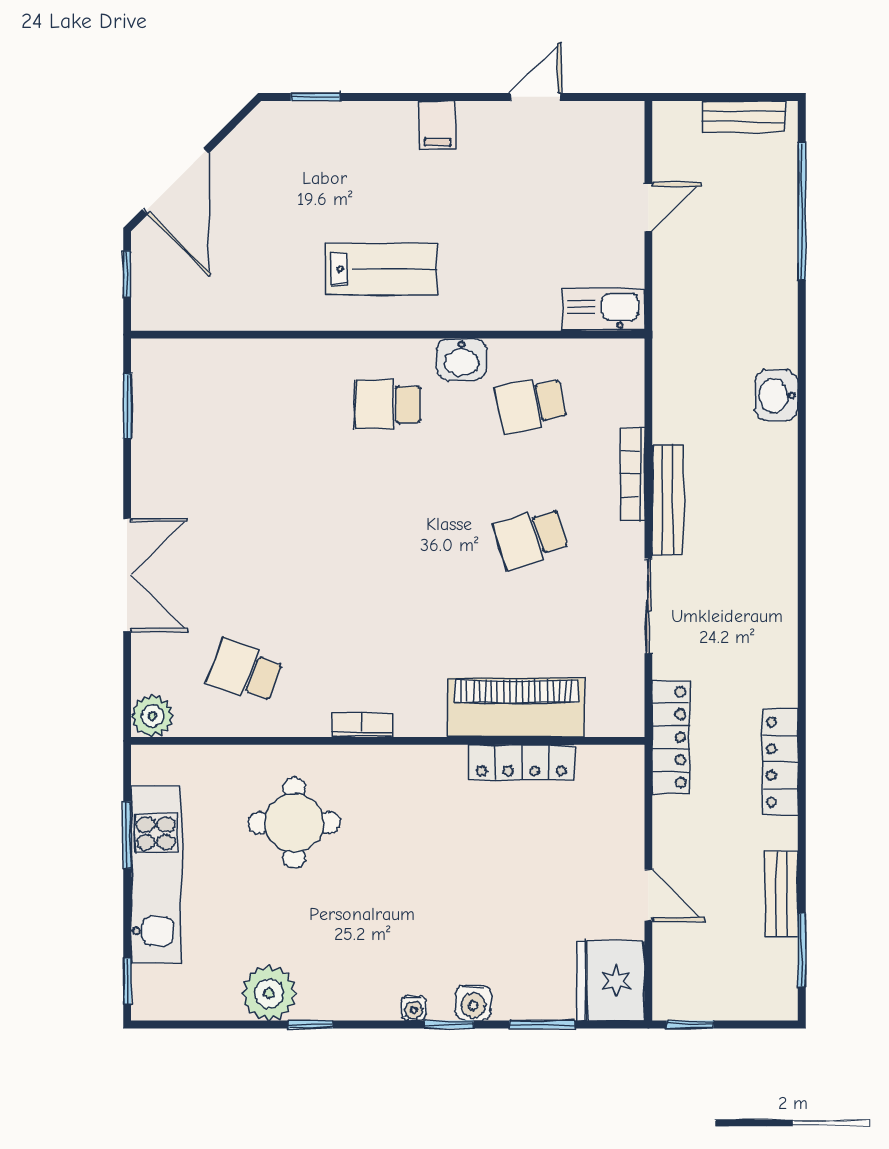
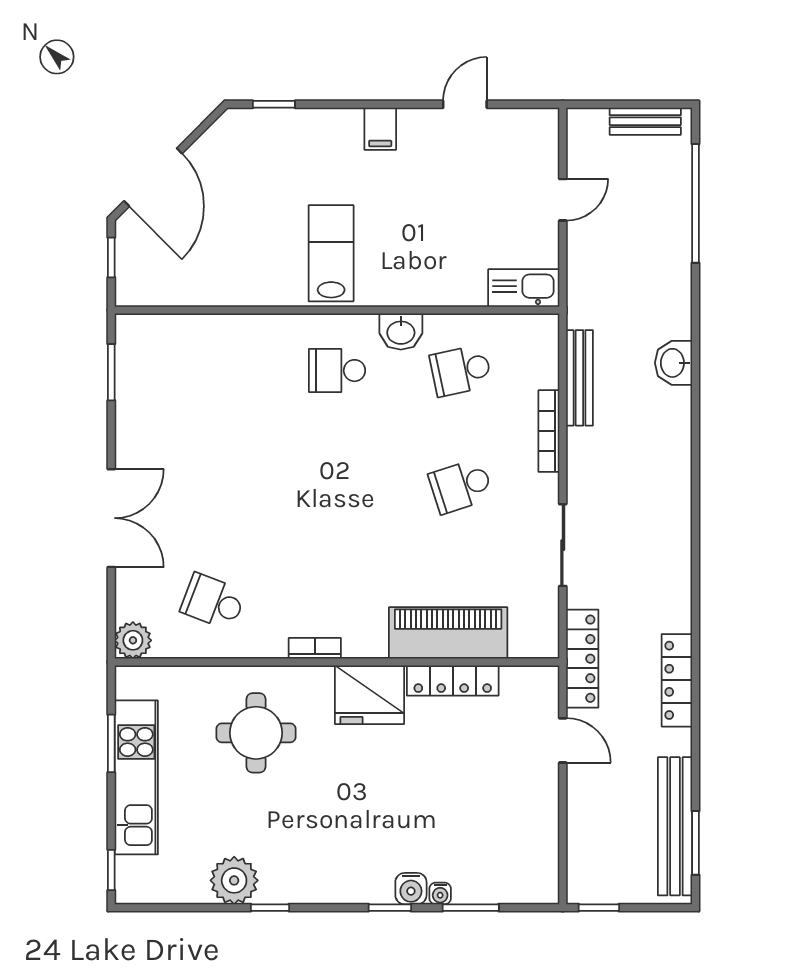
lab bench: (381, 269) -> (331, 253), turned -90
bench: (668, 500) -> (579, 378), moved
bench: (782, 894) -> (675, 826), width x1.86, depth x1.21
door: (648, 895) -> (563, 740), moved
fridge: (611, 981) -> (369, 695), moved, turned -90
water cooler: (414, 1008) -> (440, 893), moved

